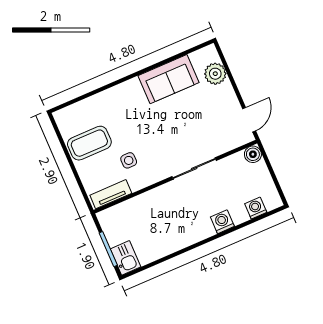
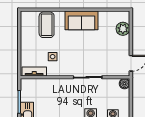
sofa: (168, 79) -> (81, 20), moved
coffee table: (89, 143) -> (47, 25), moved, turned 90

